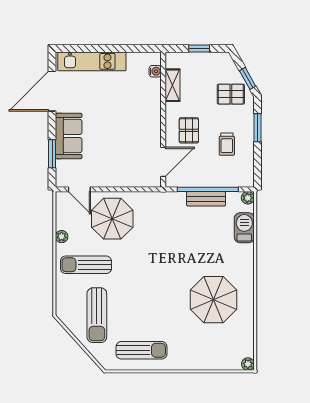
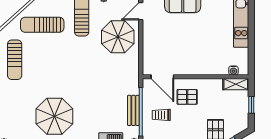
shelving: (172, 85) -> (236, 84), moved
trolley: (227, 144) -> (161, 115), moved

